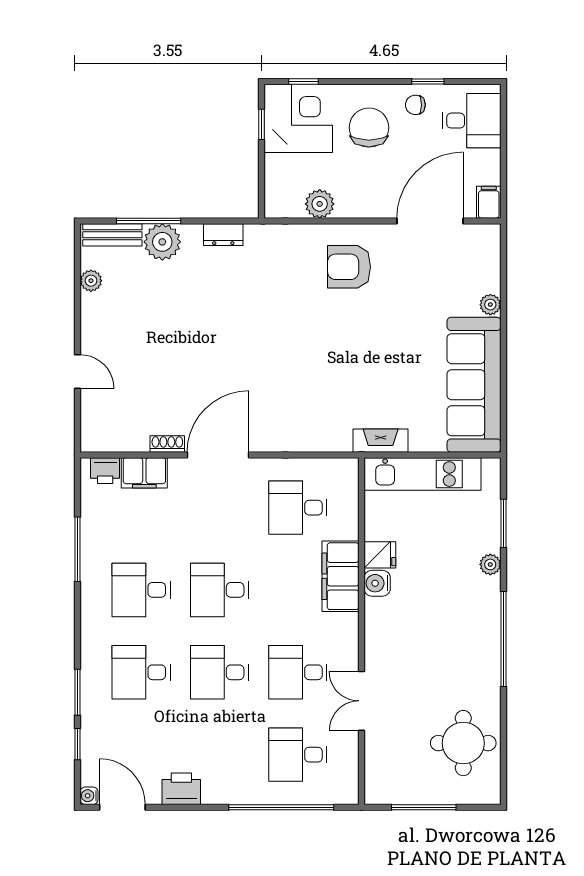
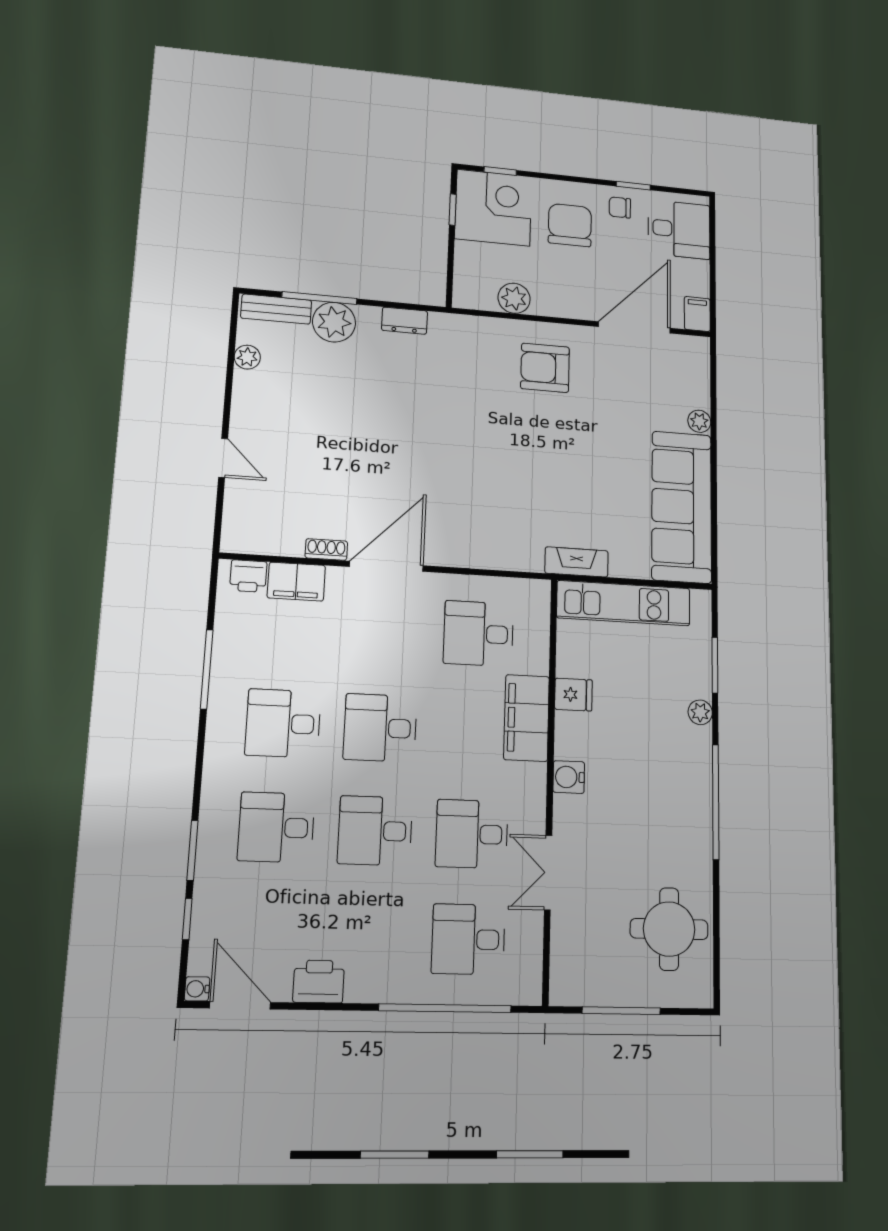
water cooler: (377, 583) -> (569, 777), moved

